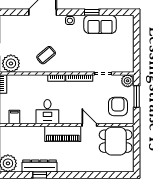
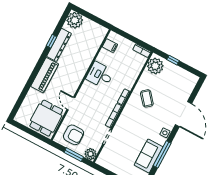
window: (92, 12) -> (162, 154), width x2.17
door: (89, 125) -> (71, 103), swing flipped
piano: (63, 134) -> (45, 75), moved, turned 180

